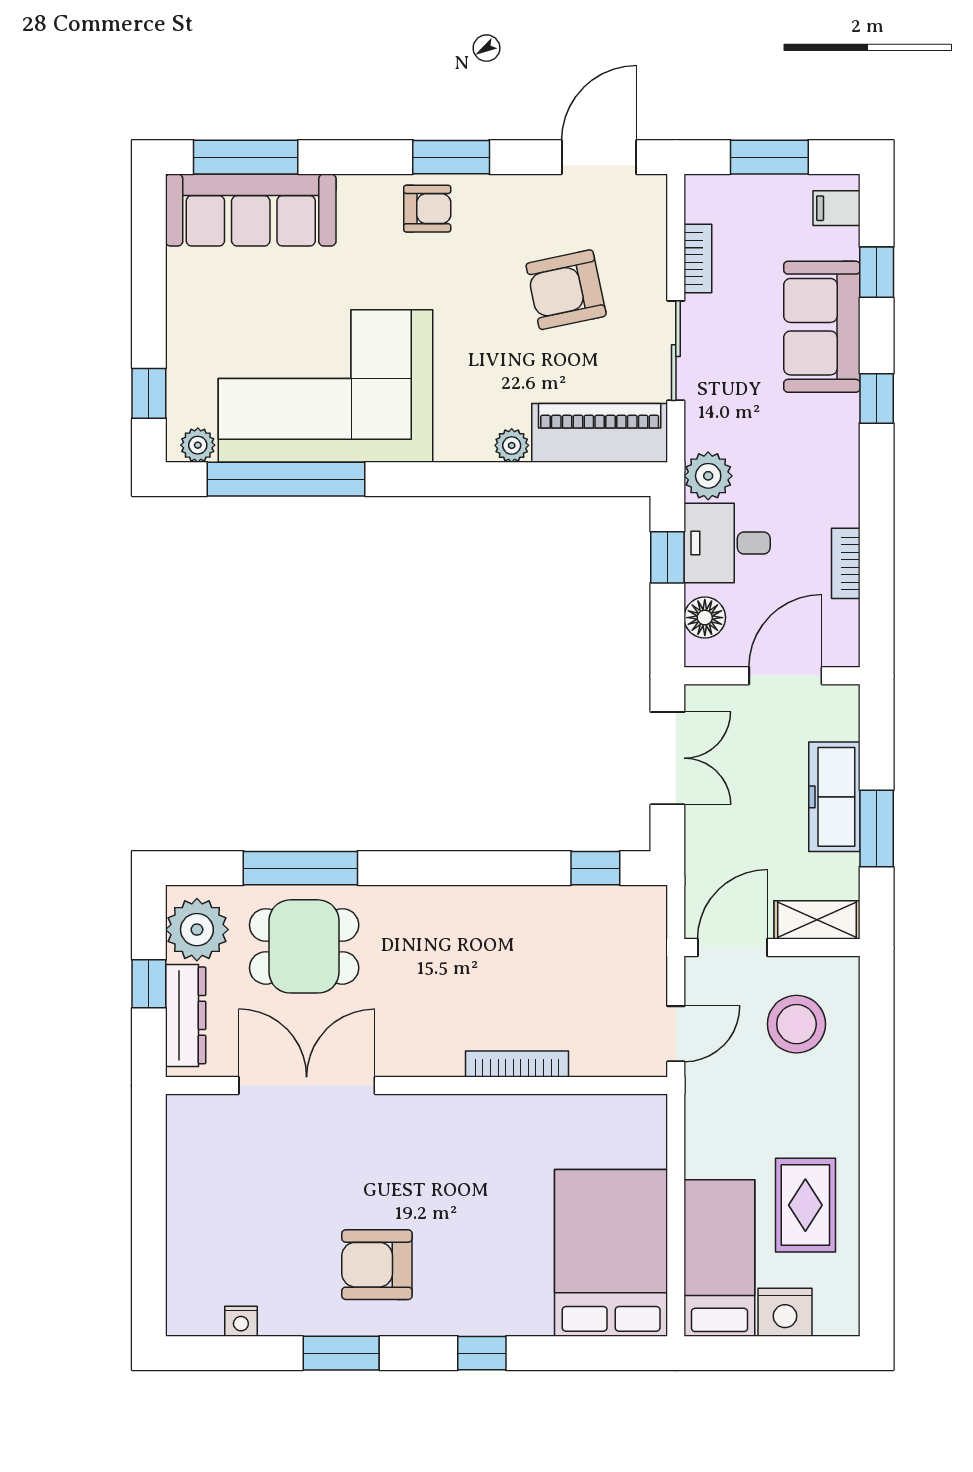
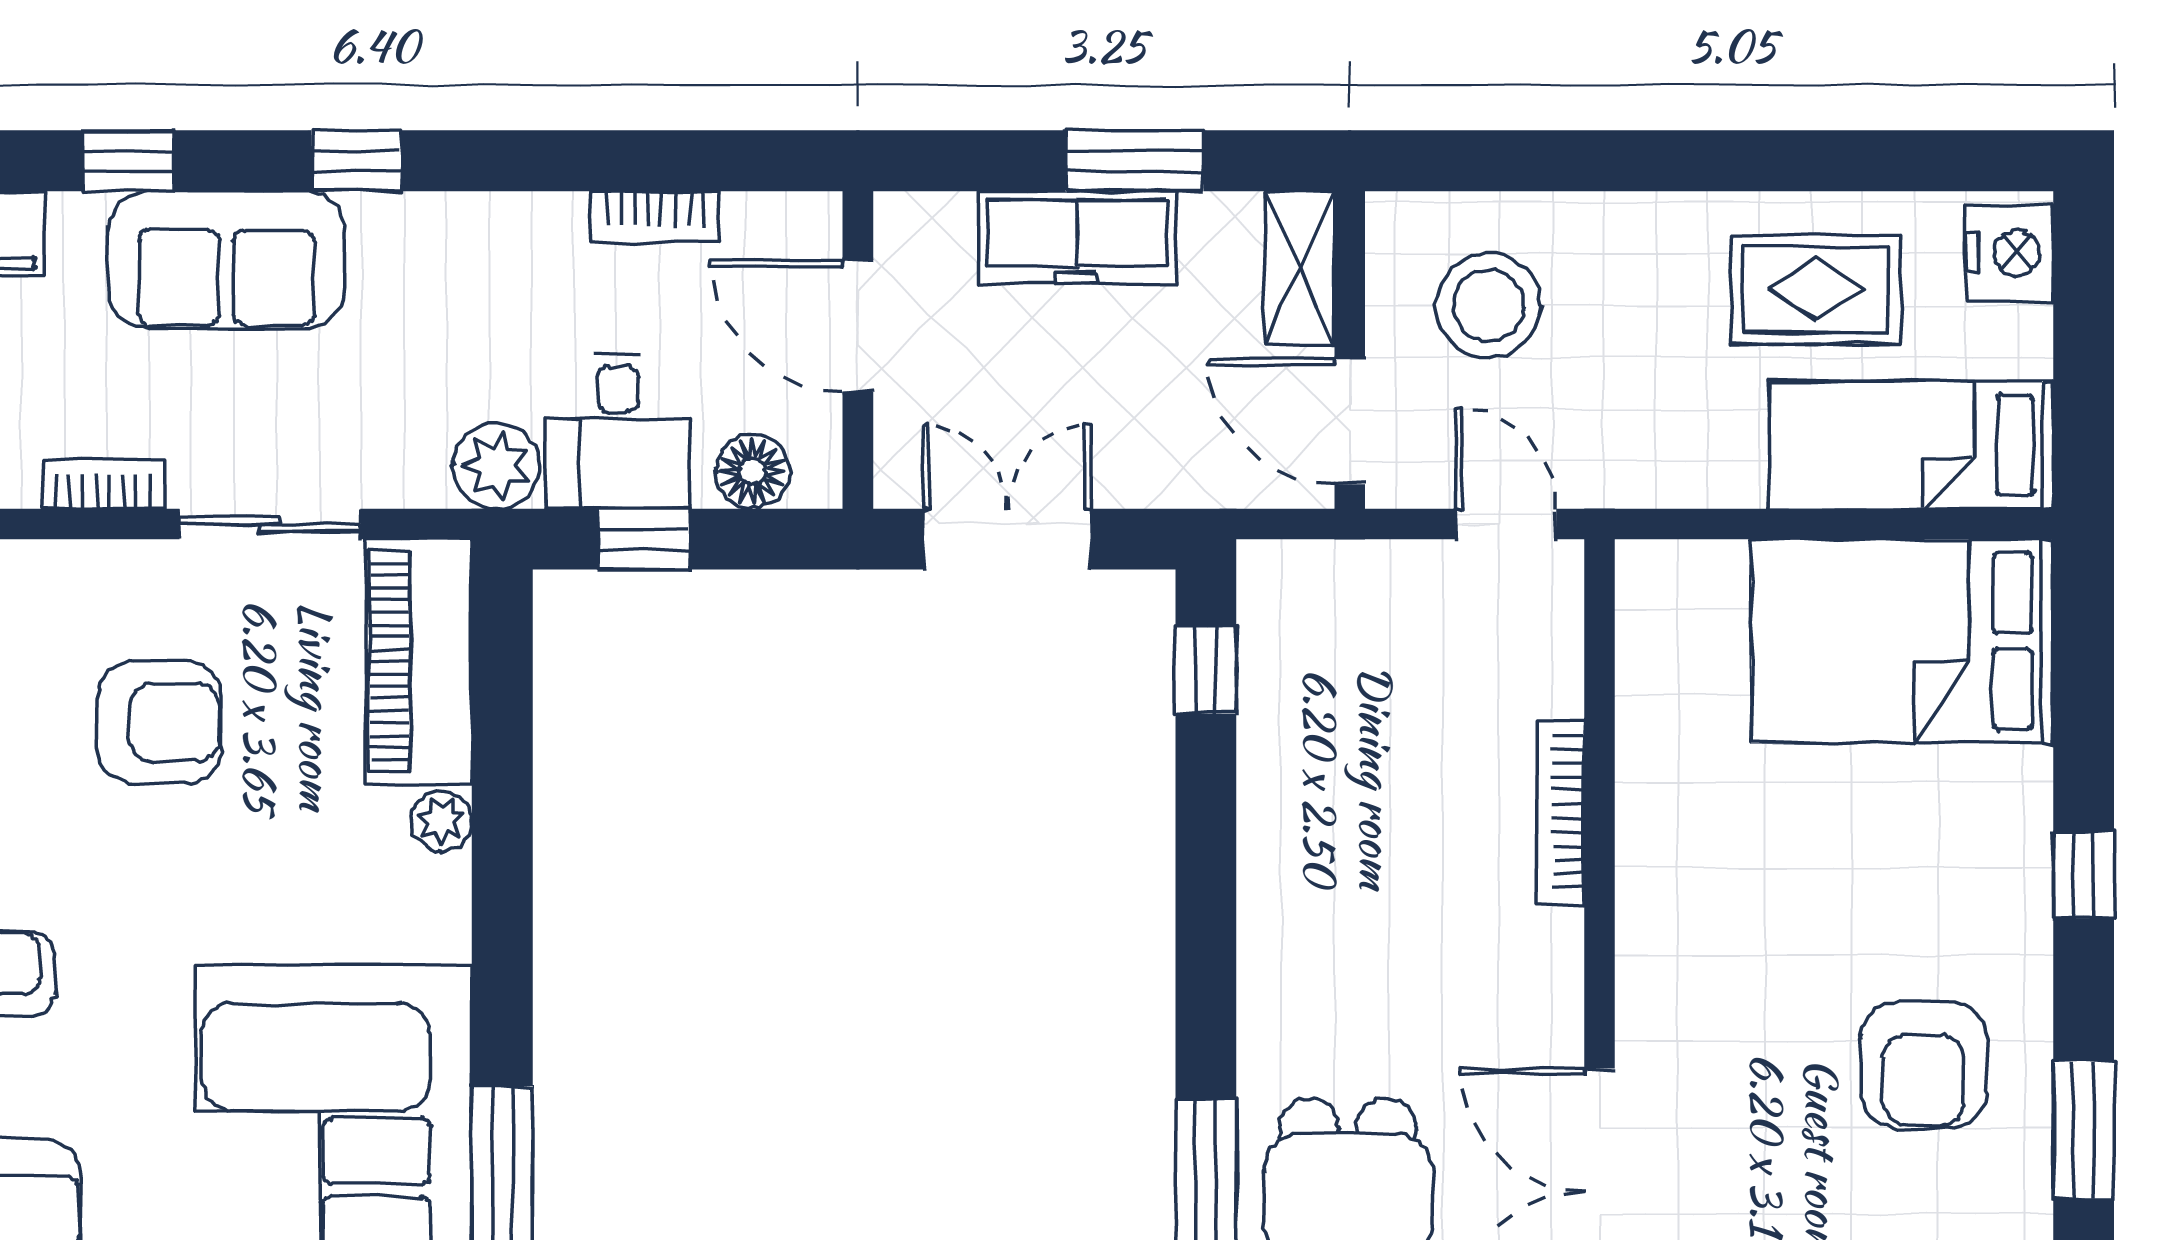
armchair: (566, 290) -> (160, 723), turned -78
nightstand: (785, 1312) -> (2010, 253), moved

